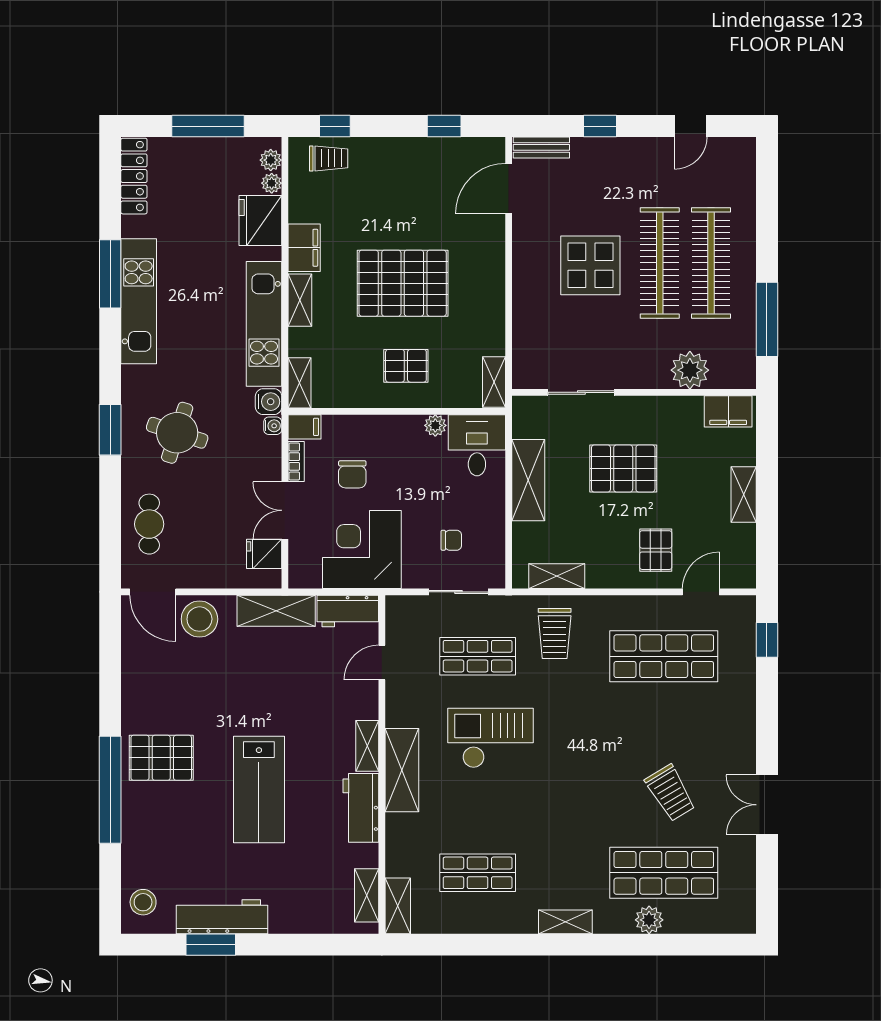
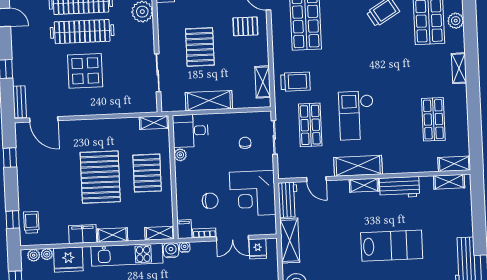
pallet: (406, 366) -> (147, 173), width x1.50, depth x1.42
shelving: (402, 770) -> (358, 166), moved

